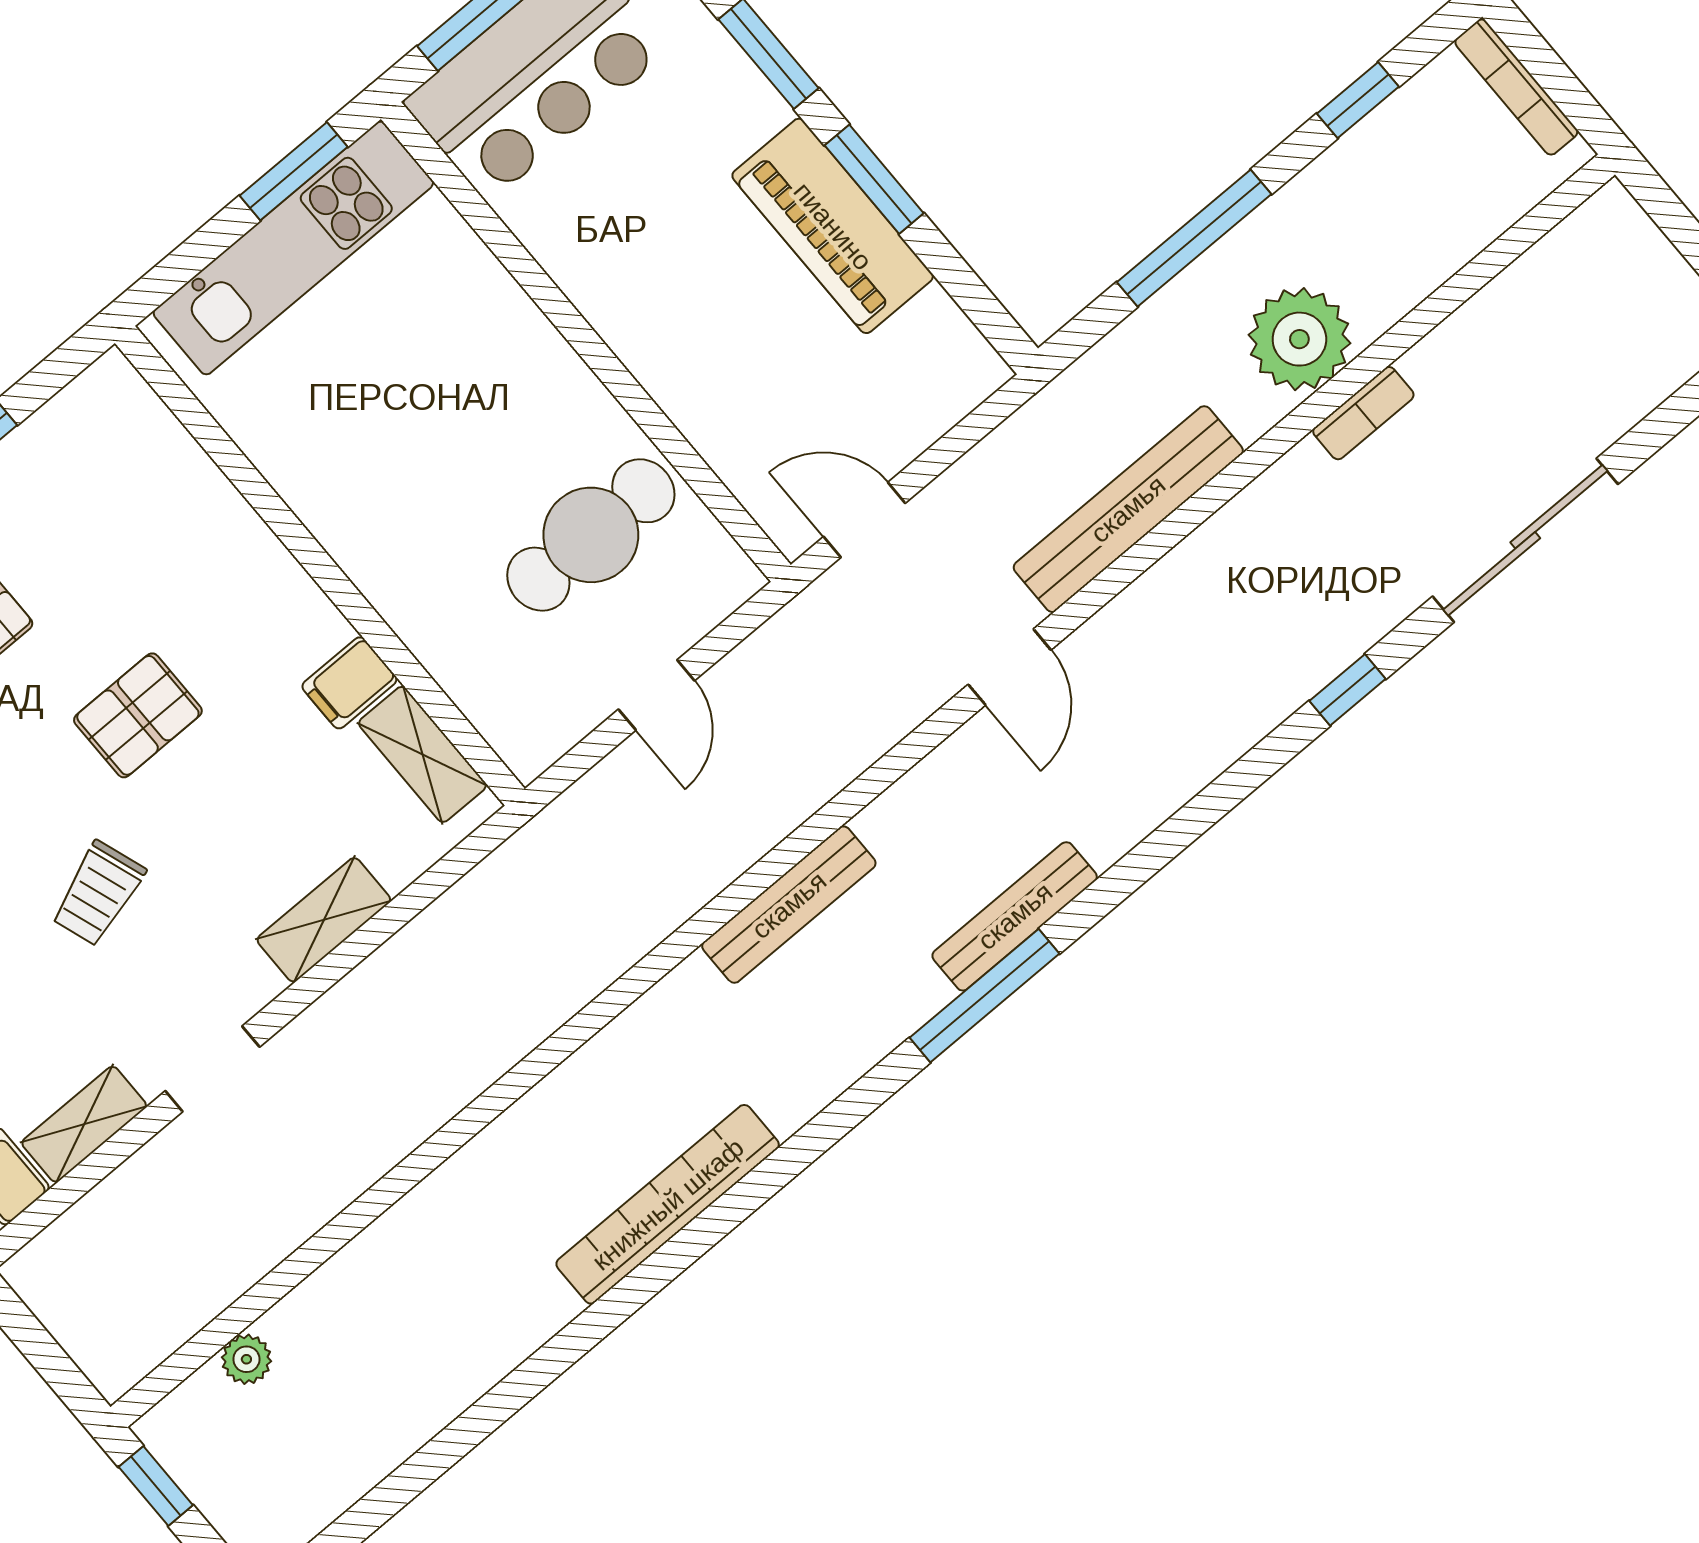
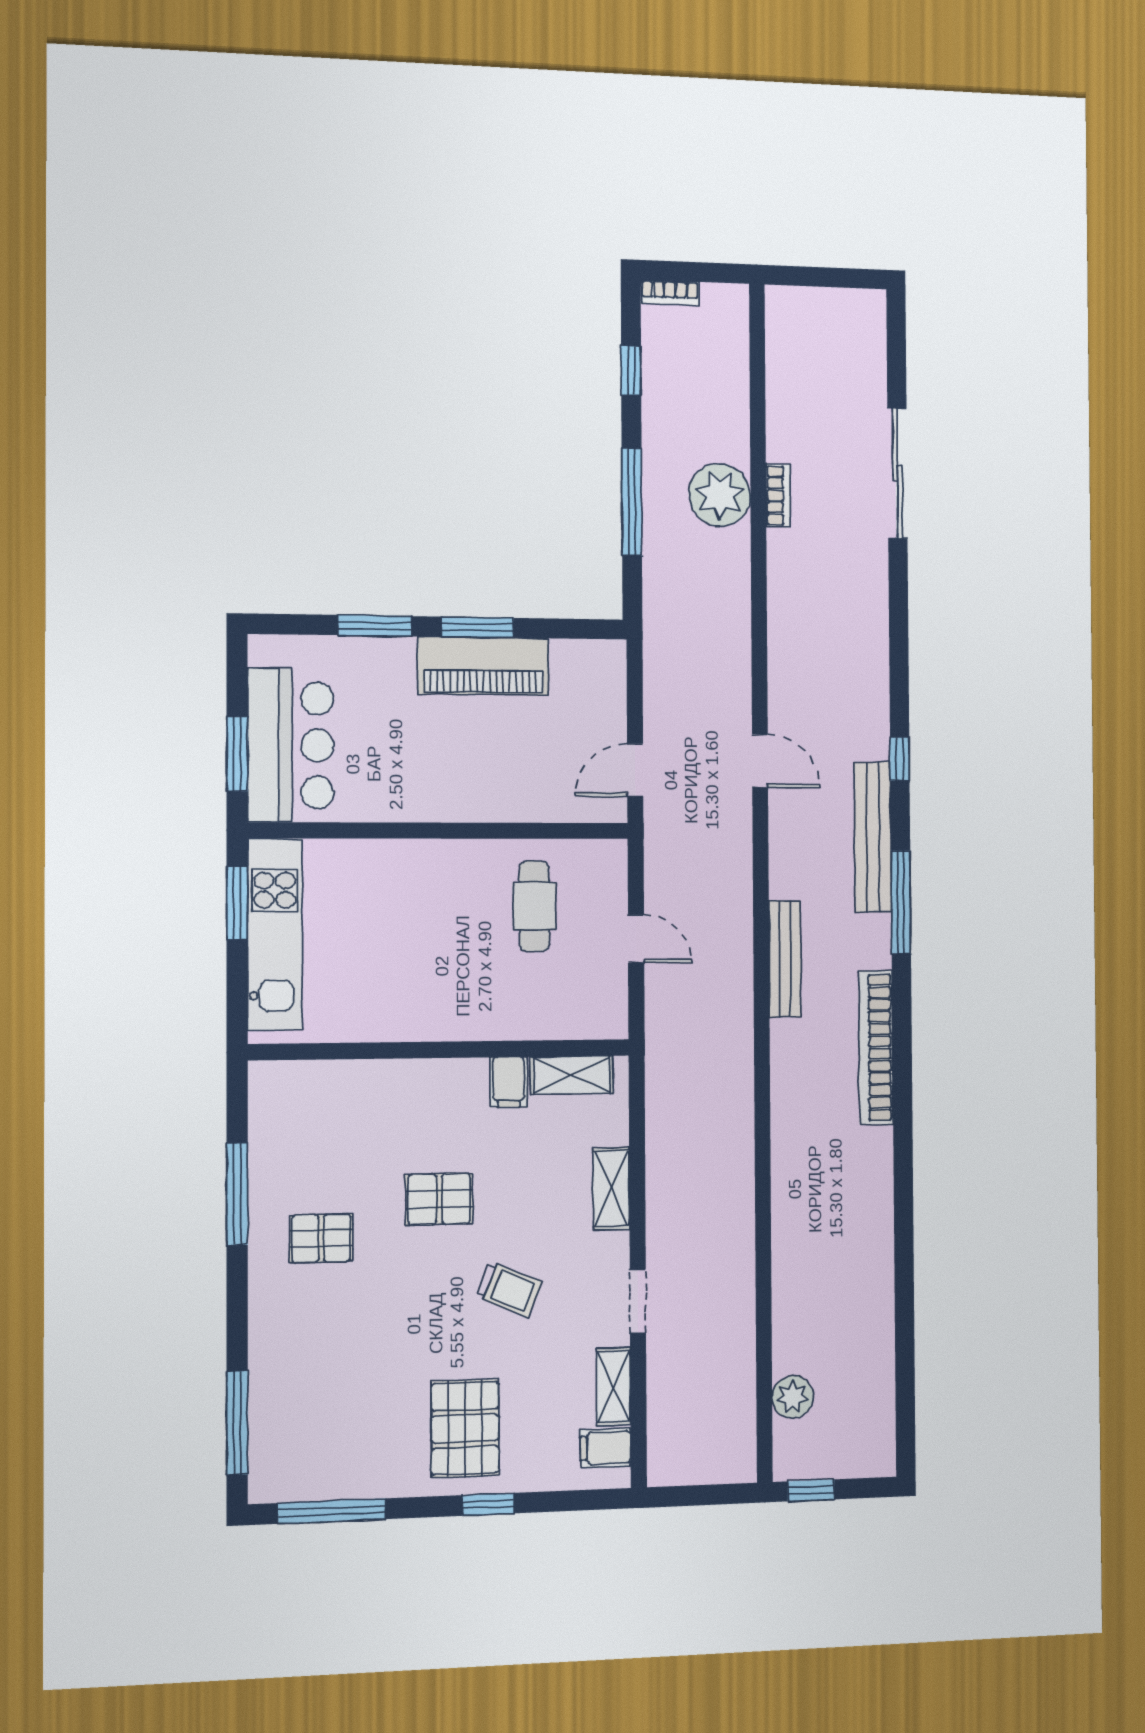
bookcase: (1516, 87) -> (670, 293), width x0.64
bench: (1128, 509) -> (732, 642), removed
cafe table: (591, 535) -> (534, 906), width x0.73, depth x0.74
window: (1348, 690) -> (900, 759), moved
pallet: (138, 715) -> (439, 1199), turned 90
trolley: (98, 894) -> (509, 1289), turned -48
bench: (1015, 916) -> (873, 837), width x1.37, depth x1.21
bookcase: (668, 1204) -> (876, 1047), moved
plant: (246, 1359) -> (793, 1397), width x1.38, depth x1.38

